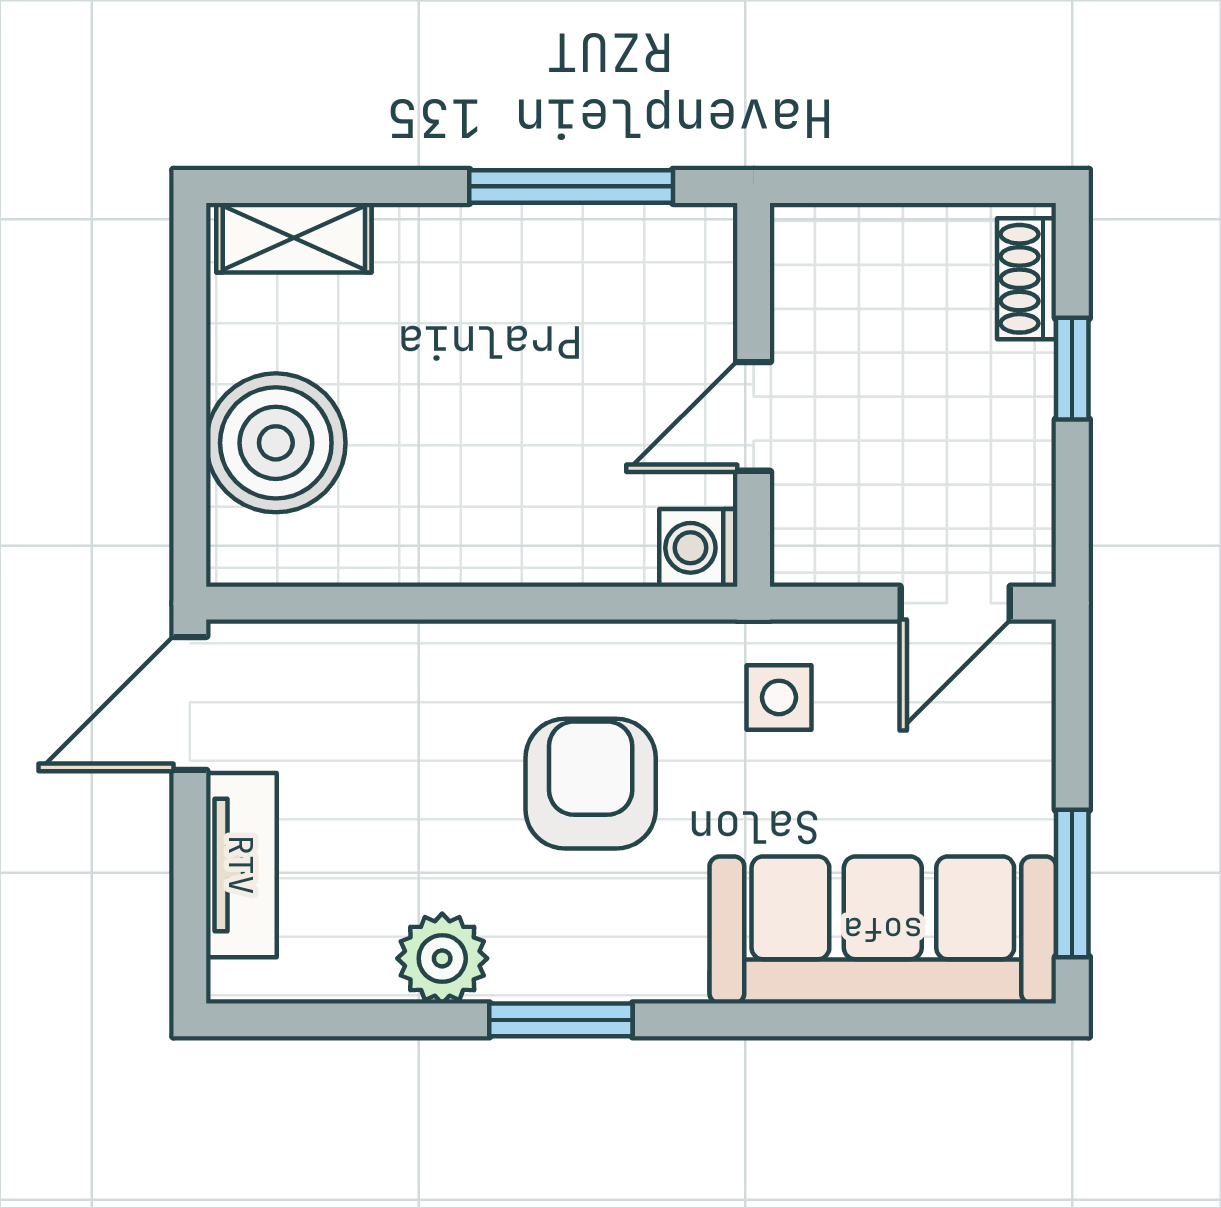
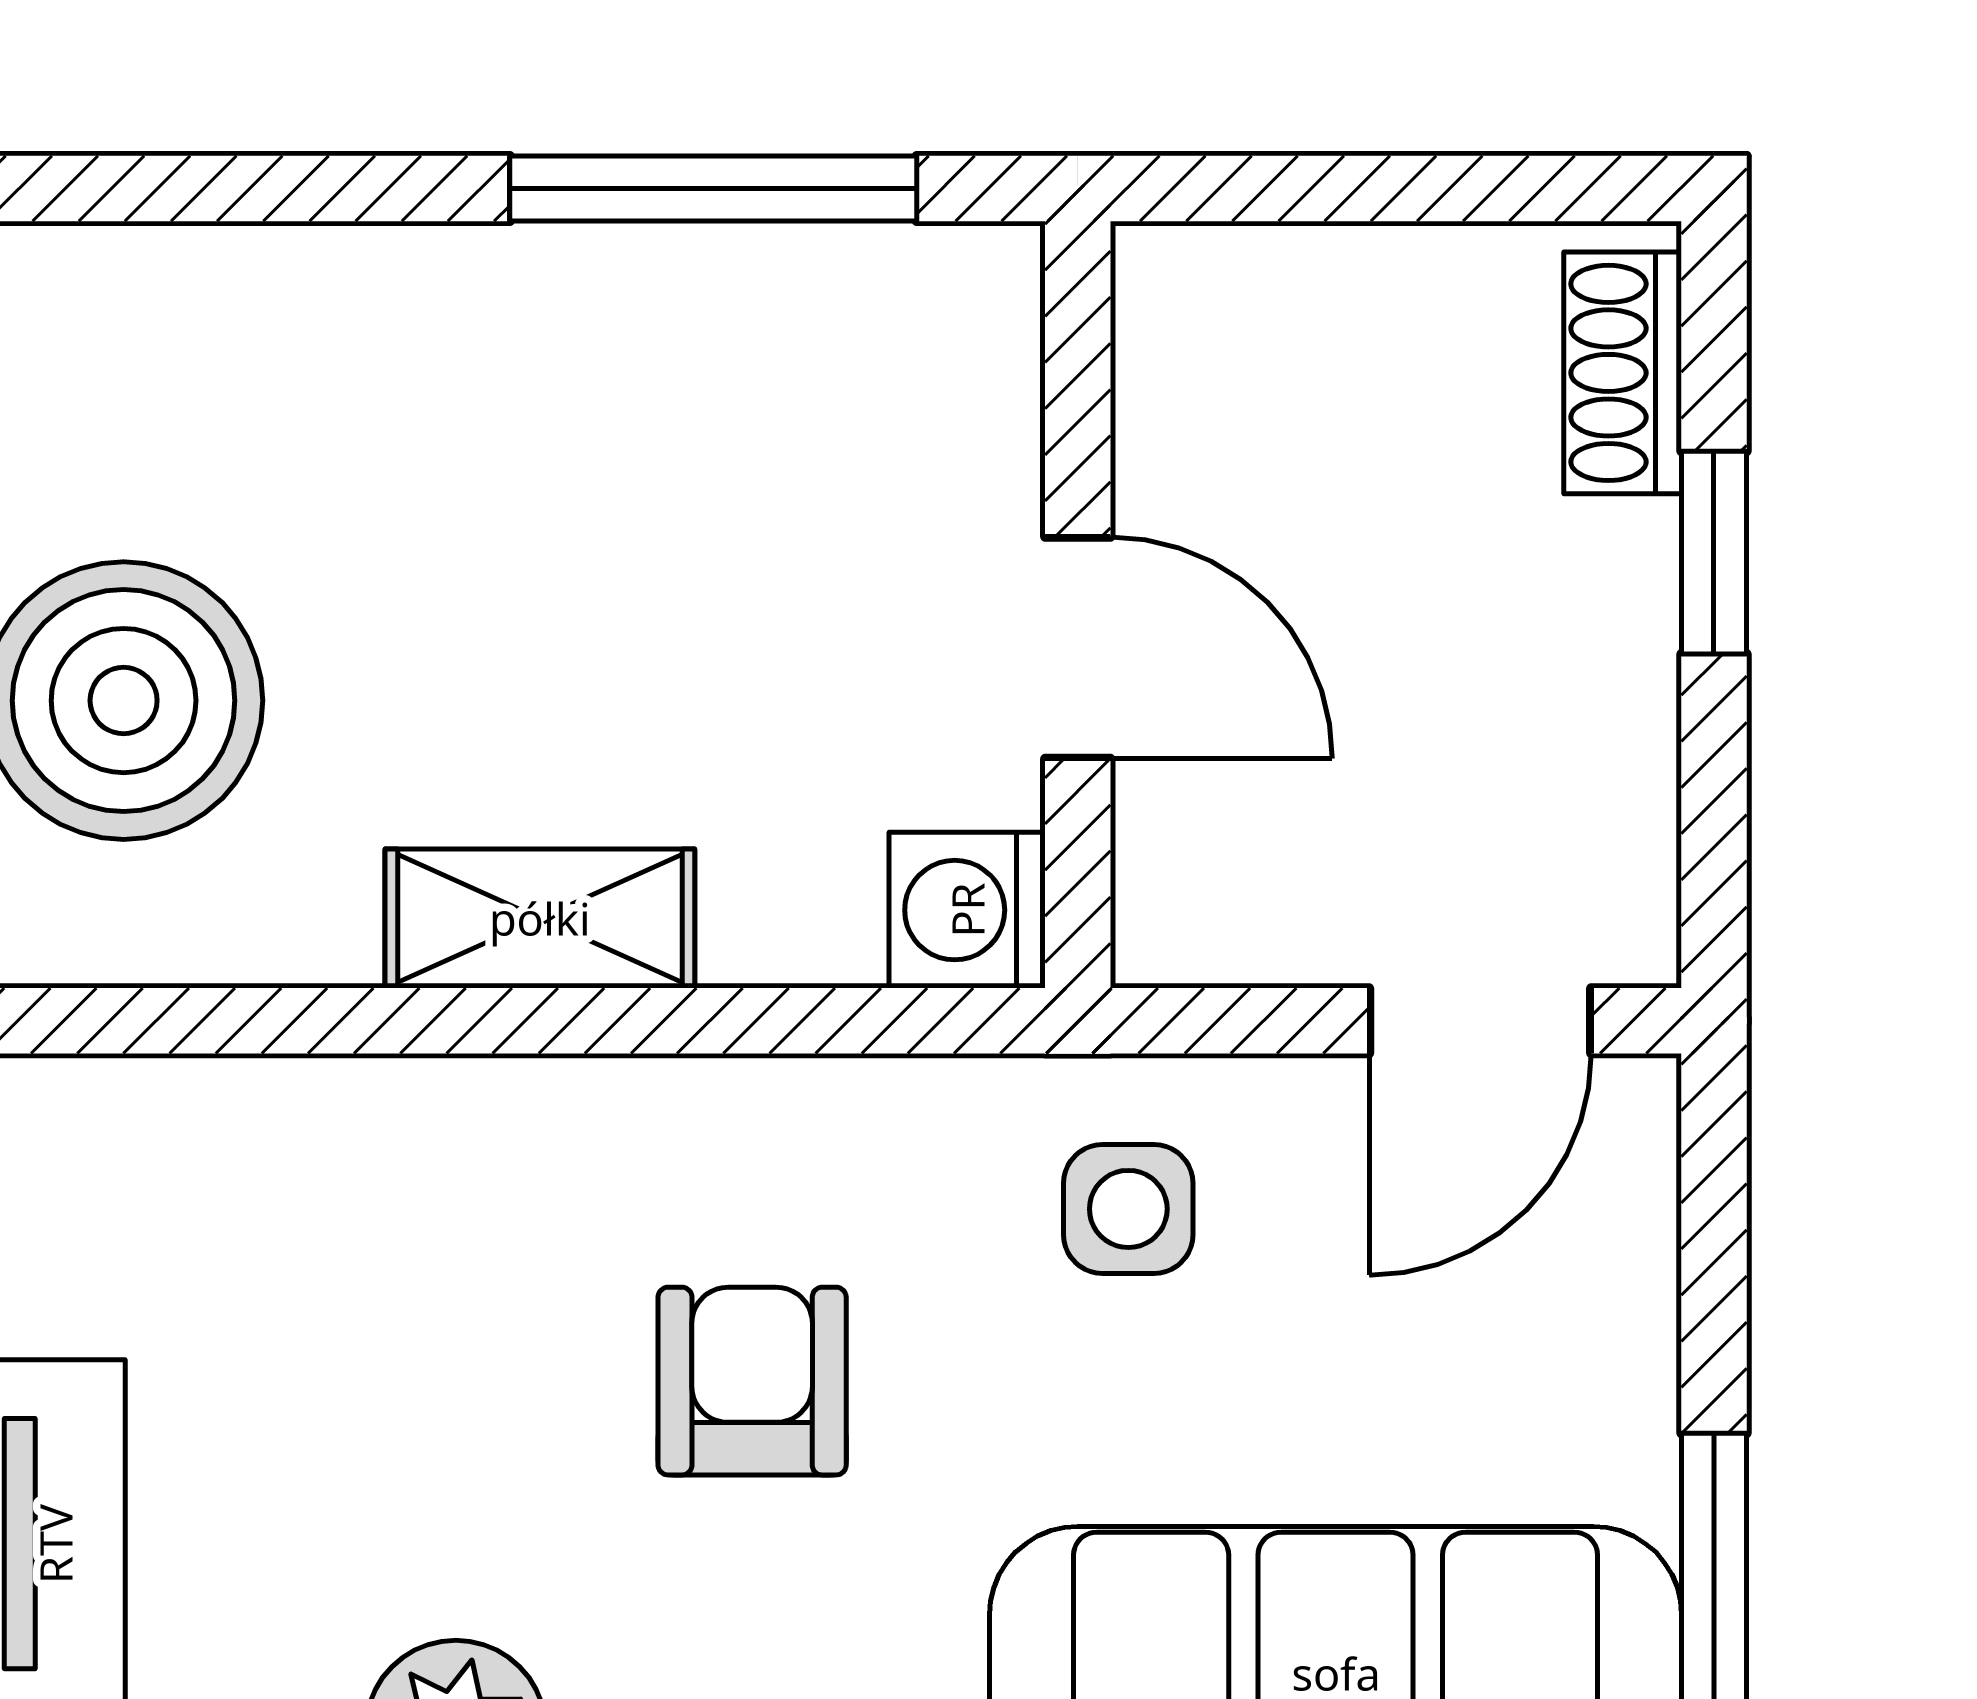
shelving: (294, 238) -> (540, 918), moved
door: (754, 416) -> (1078, 648), swing flipped
armchair: (591, 784) -> (752, 1381), width x0.72, depth x0.72

